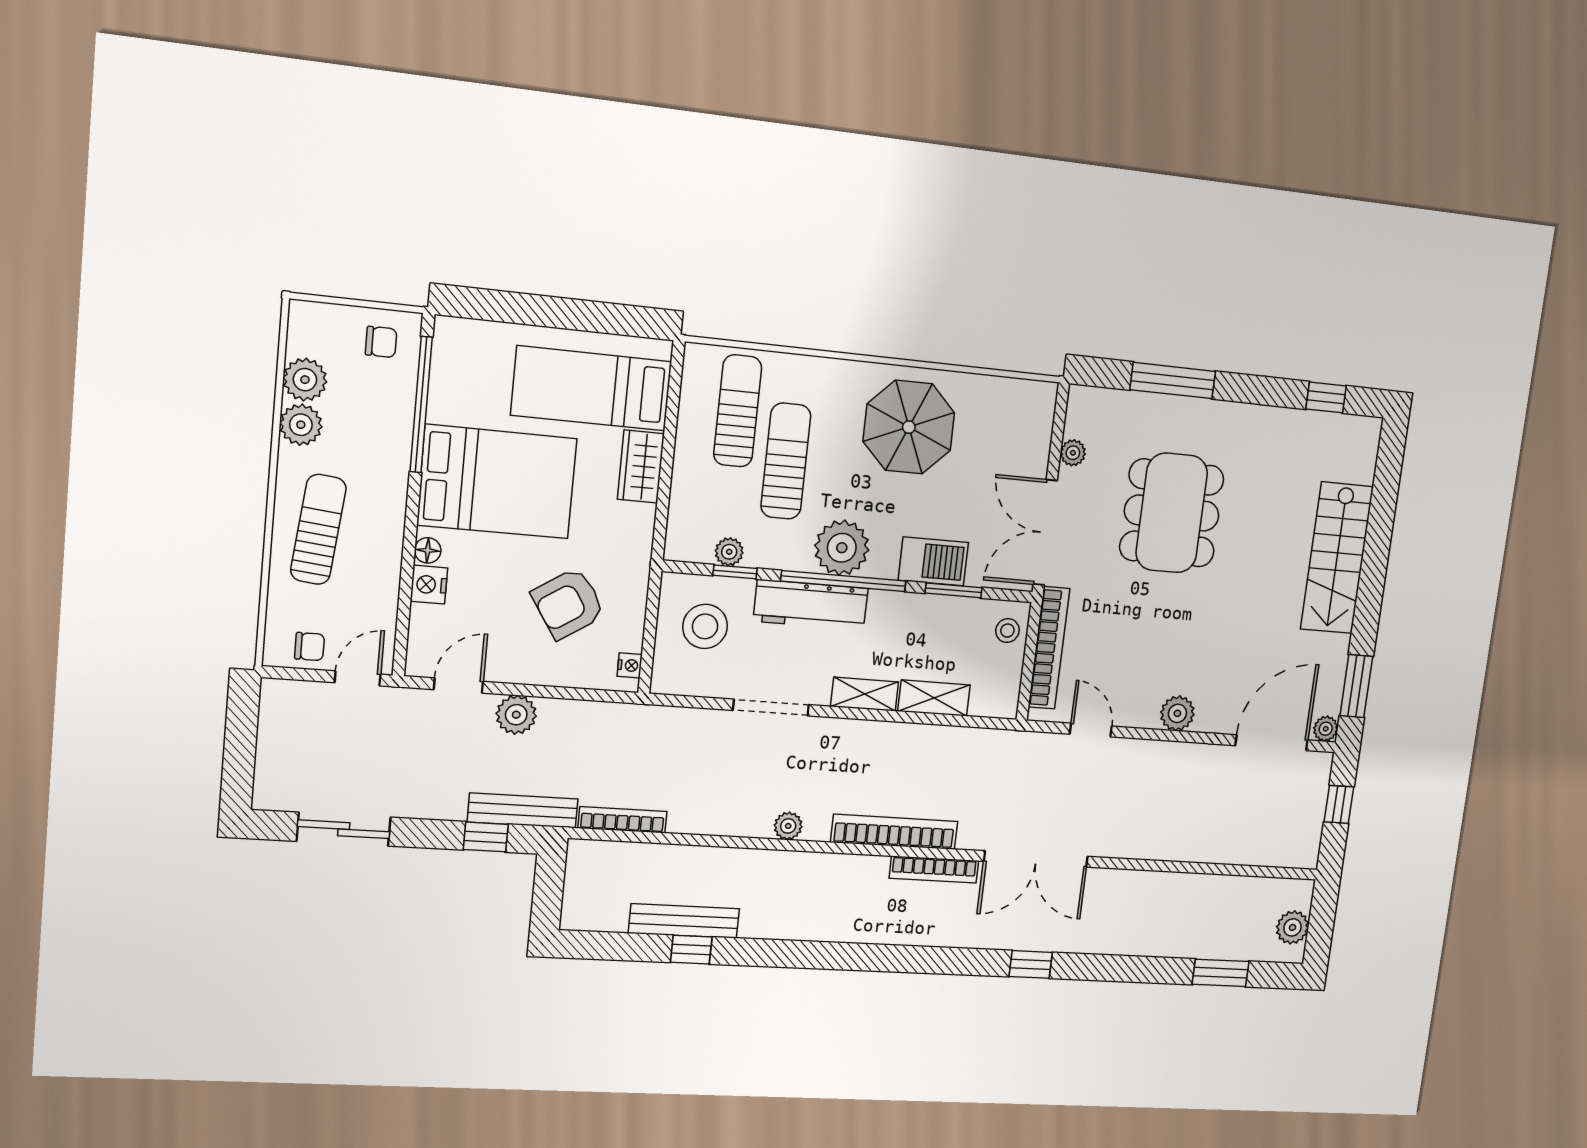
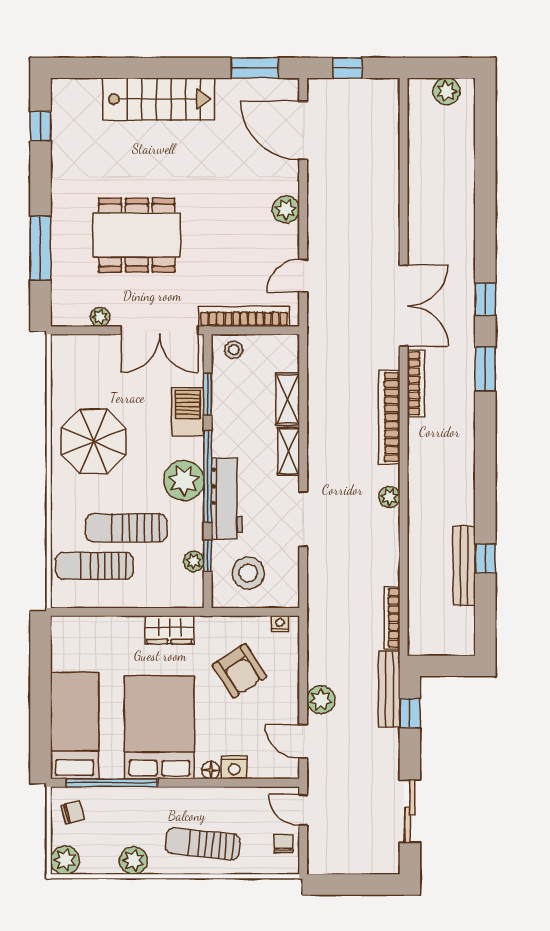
chair: (381, 342) -> (73, 812), turned 75
plant: (305, 380) -> (65, 860), moved
bed: (591, 388) -> (75, 726), moved, turned 180
wardrobe: (641, 467) -> (169, 630), moved
plant: (1326, 729) -> (289, 88), removed
window: (1221, 973) -> (485, 369), moved

